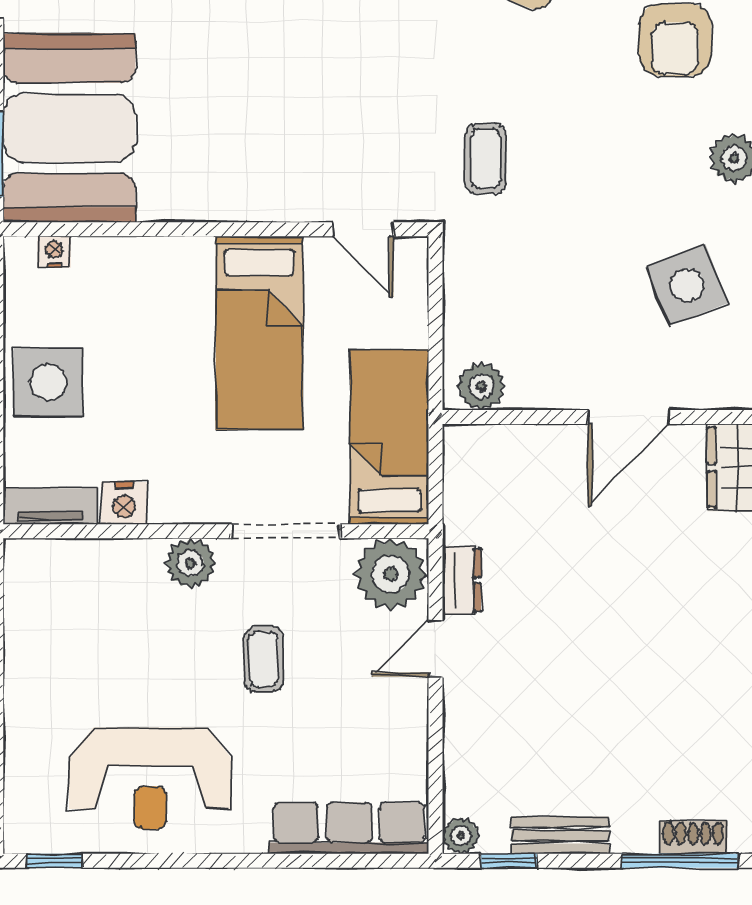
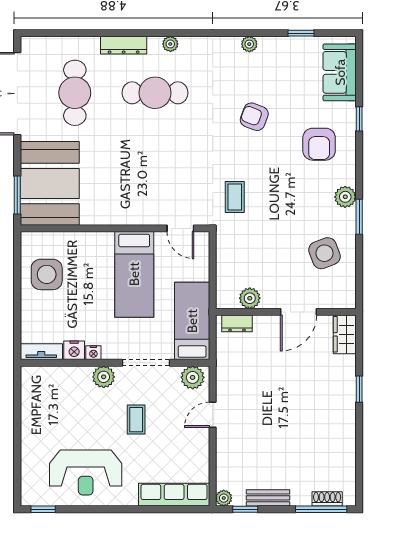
nightstand: (54, 252) -> (93, 353), moved, turned 180
side table: (48, 382) -> (47, 274), moved
plant: (481, 386) -> (250, 298), moved
plant: (391, 574) -> (193, 377), width x0.73, depth x0.73
dresser: (462, 580) -> (237, 323), moved, turned 90

